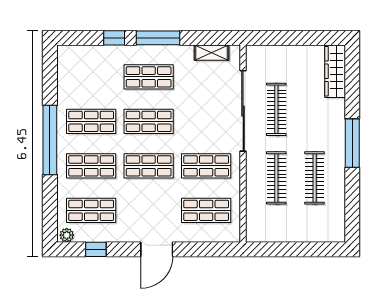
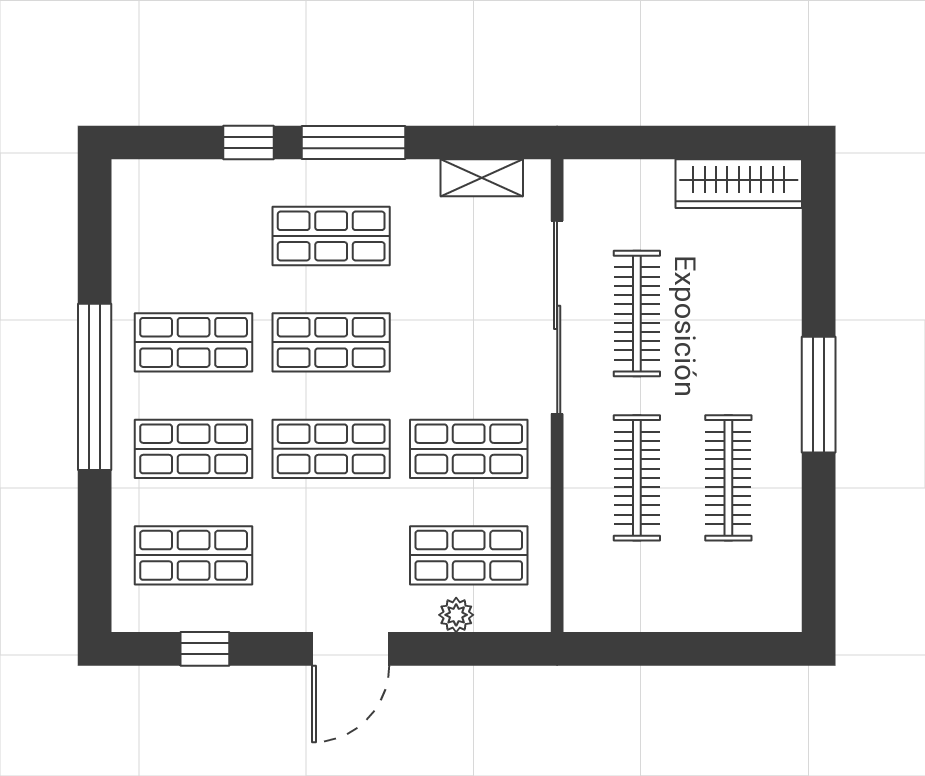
wardrobe: (335, 71) -> (739, 184), moved, turned -90
plant: (67, 235) -> (456, 615), moved

